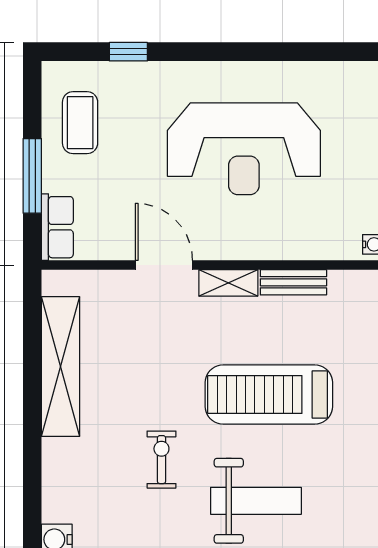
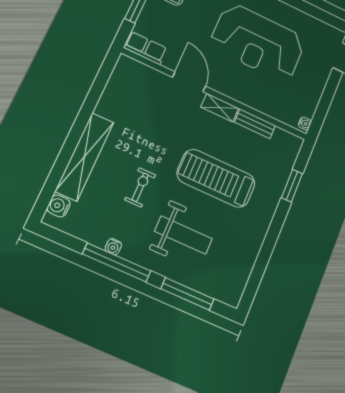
row of seats: (57, 227) -> (145, 48), moved, turned -90
shelving: (61, 367) -> (85, 157), moved

